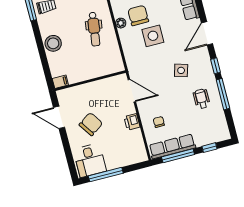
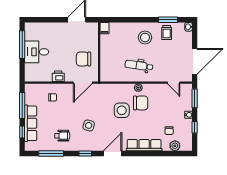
door: (207, 33) -> (113, 153), hinge flipped
stool: (53, 43) -> (145, 37), moved
window: (223, 94) -> (51, 153), moved
chair: (91, 124) -> (84, 59), moved, turned 124
row of seats: (172, 146) -> (31, 123), moved
desk: (90, 160) -> (37, 52), moved

